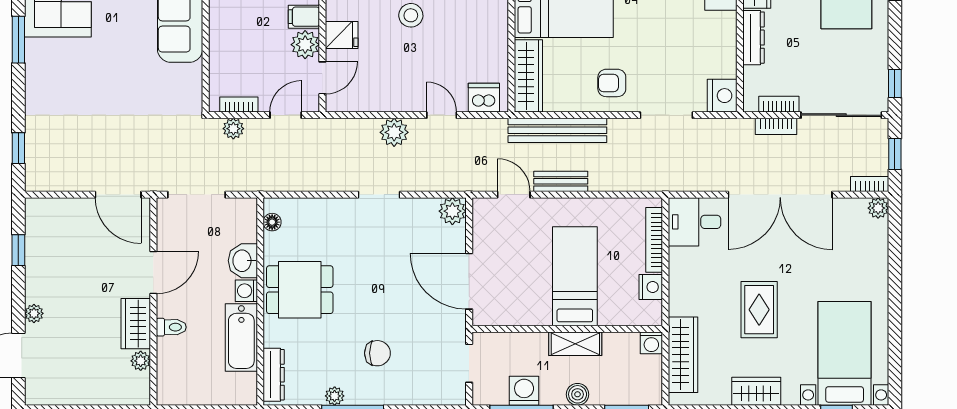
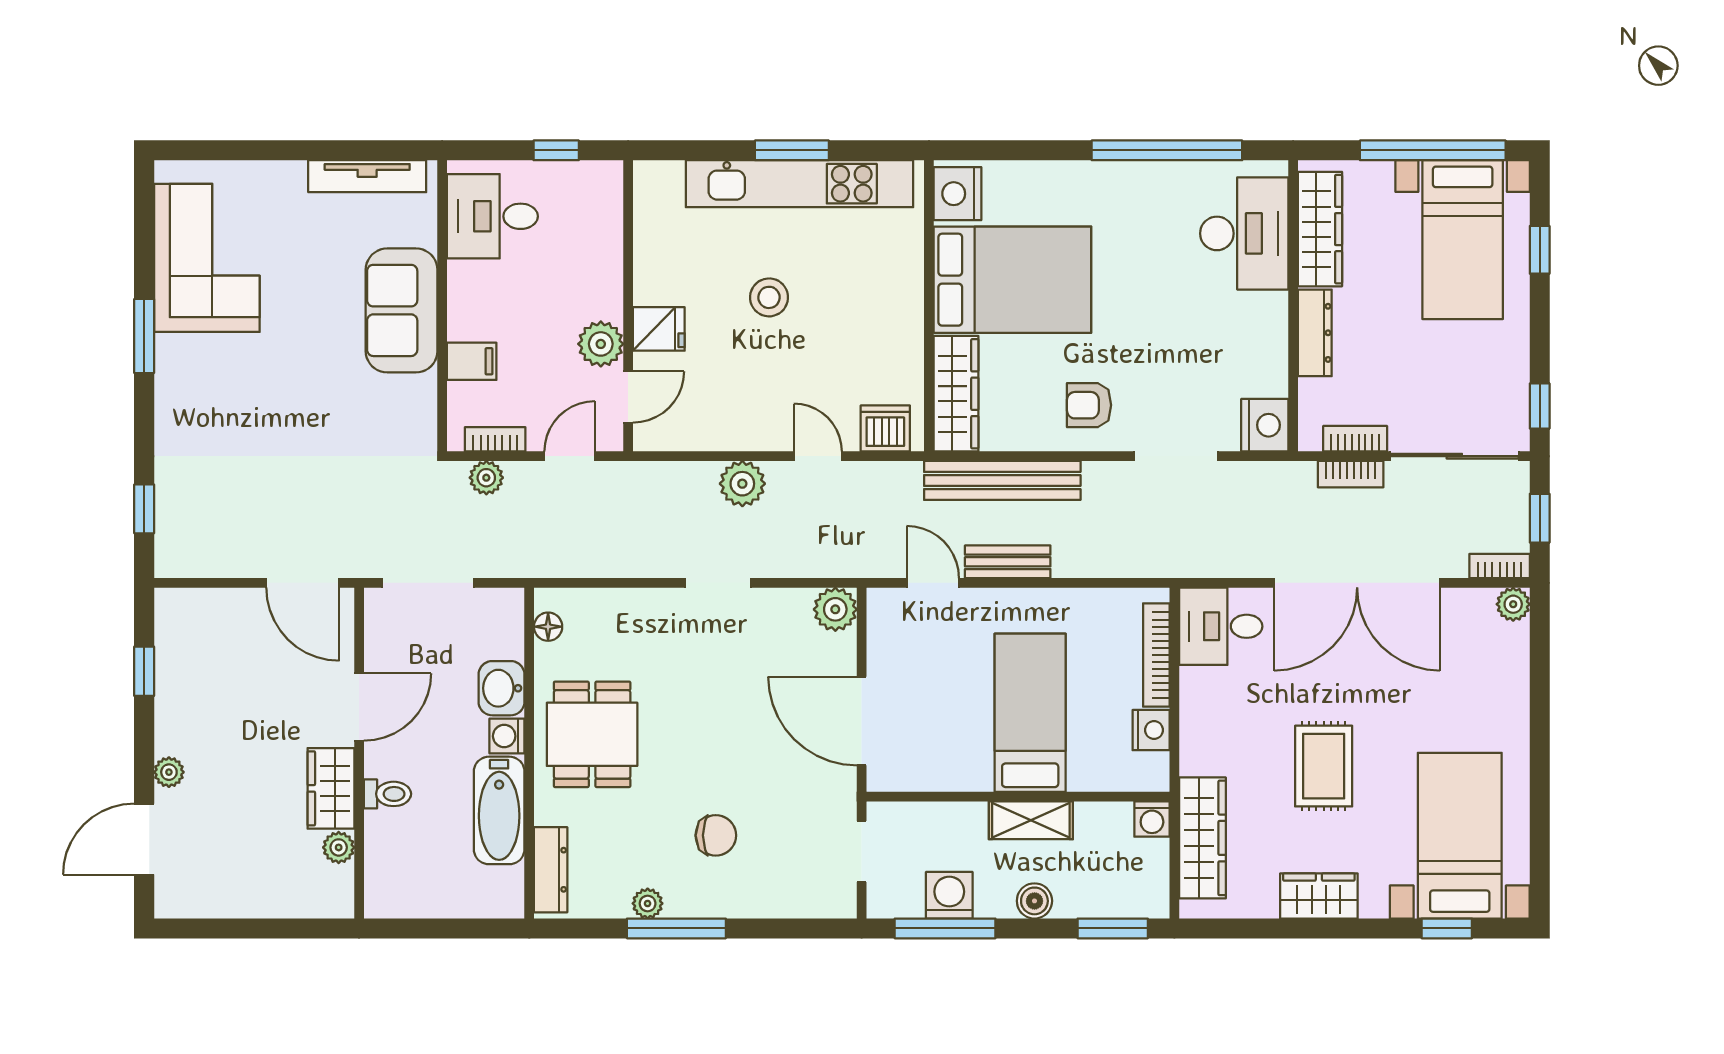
filing cabinet: (304, 17) -> (472, 361), moved, turned 180
dining table: (300, 290) -> (592, 734), turned 90

